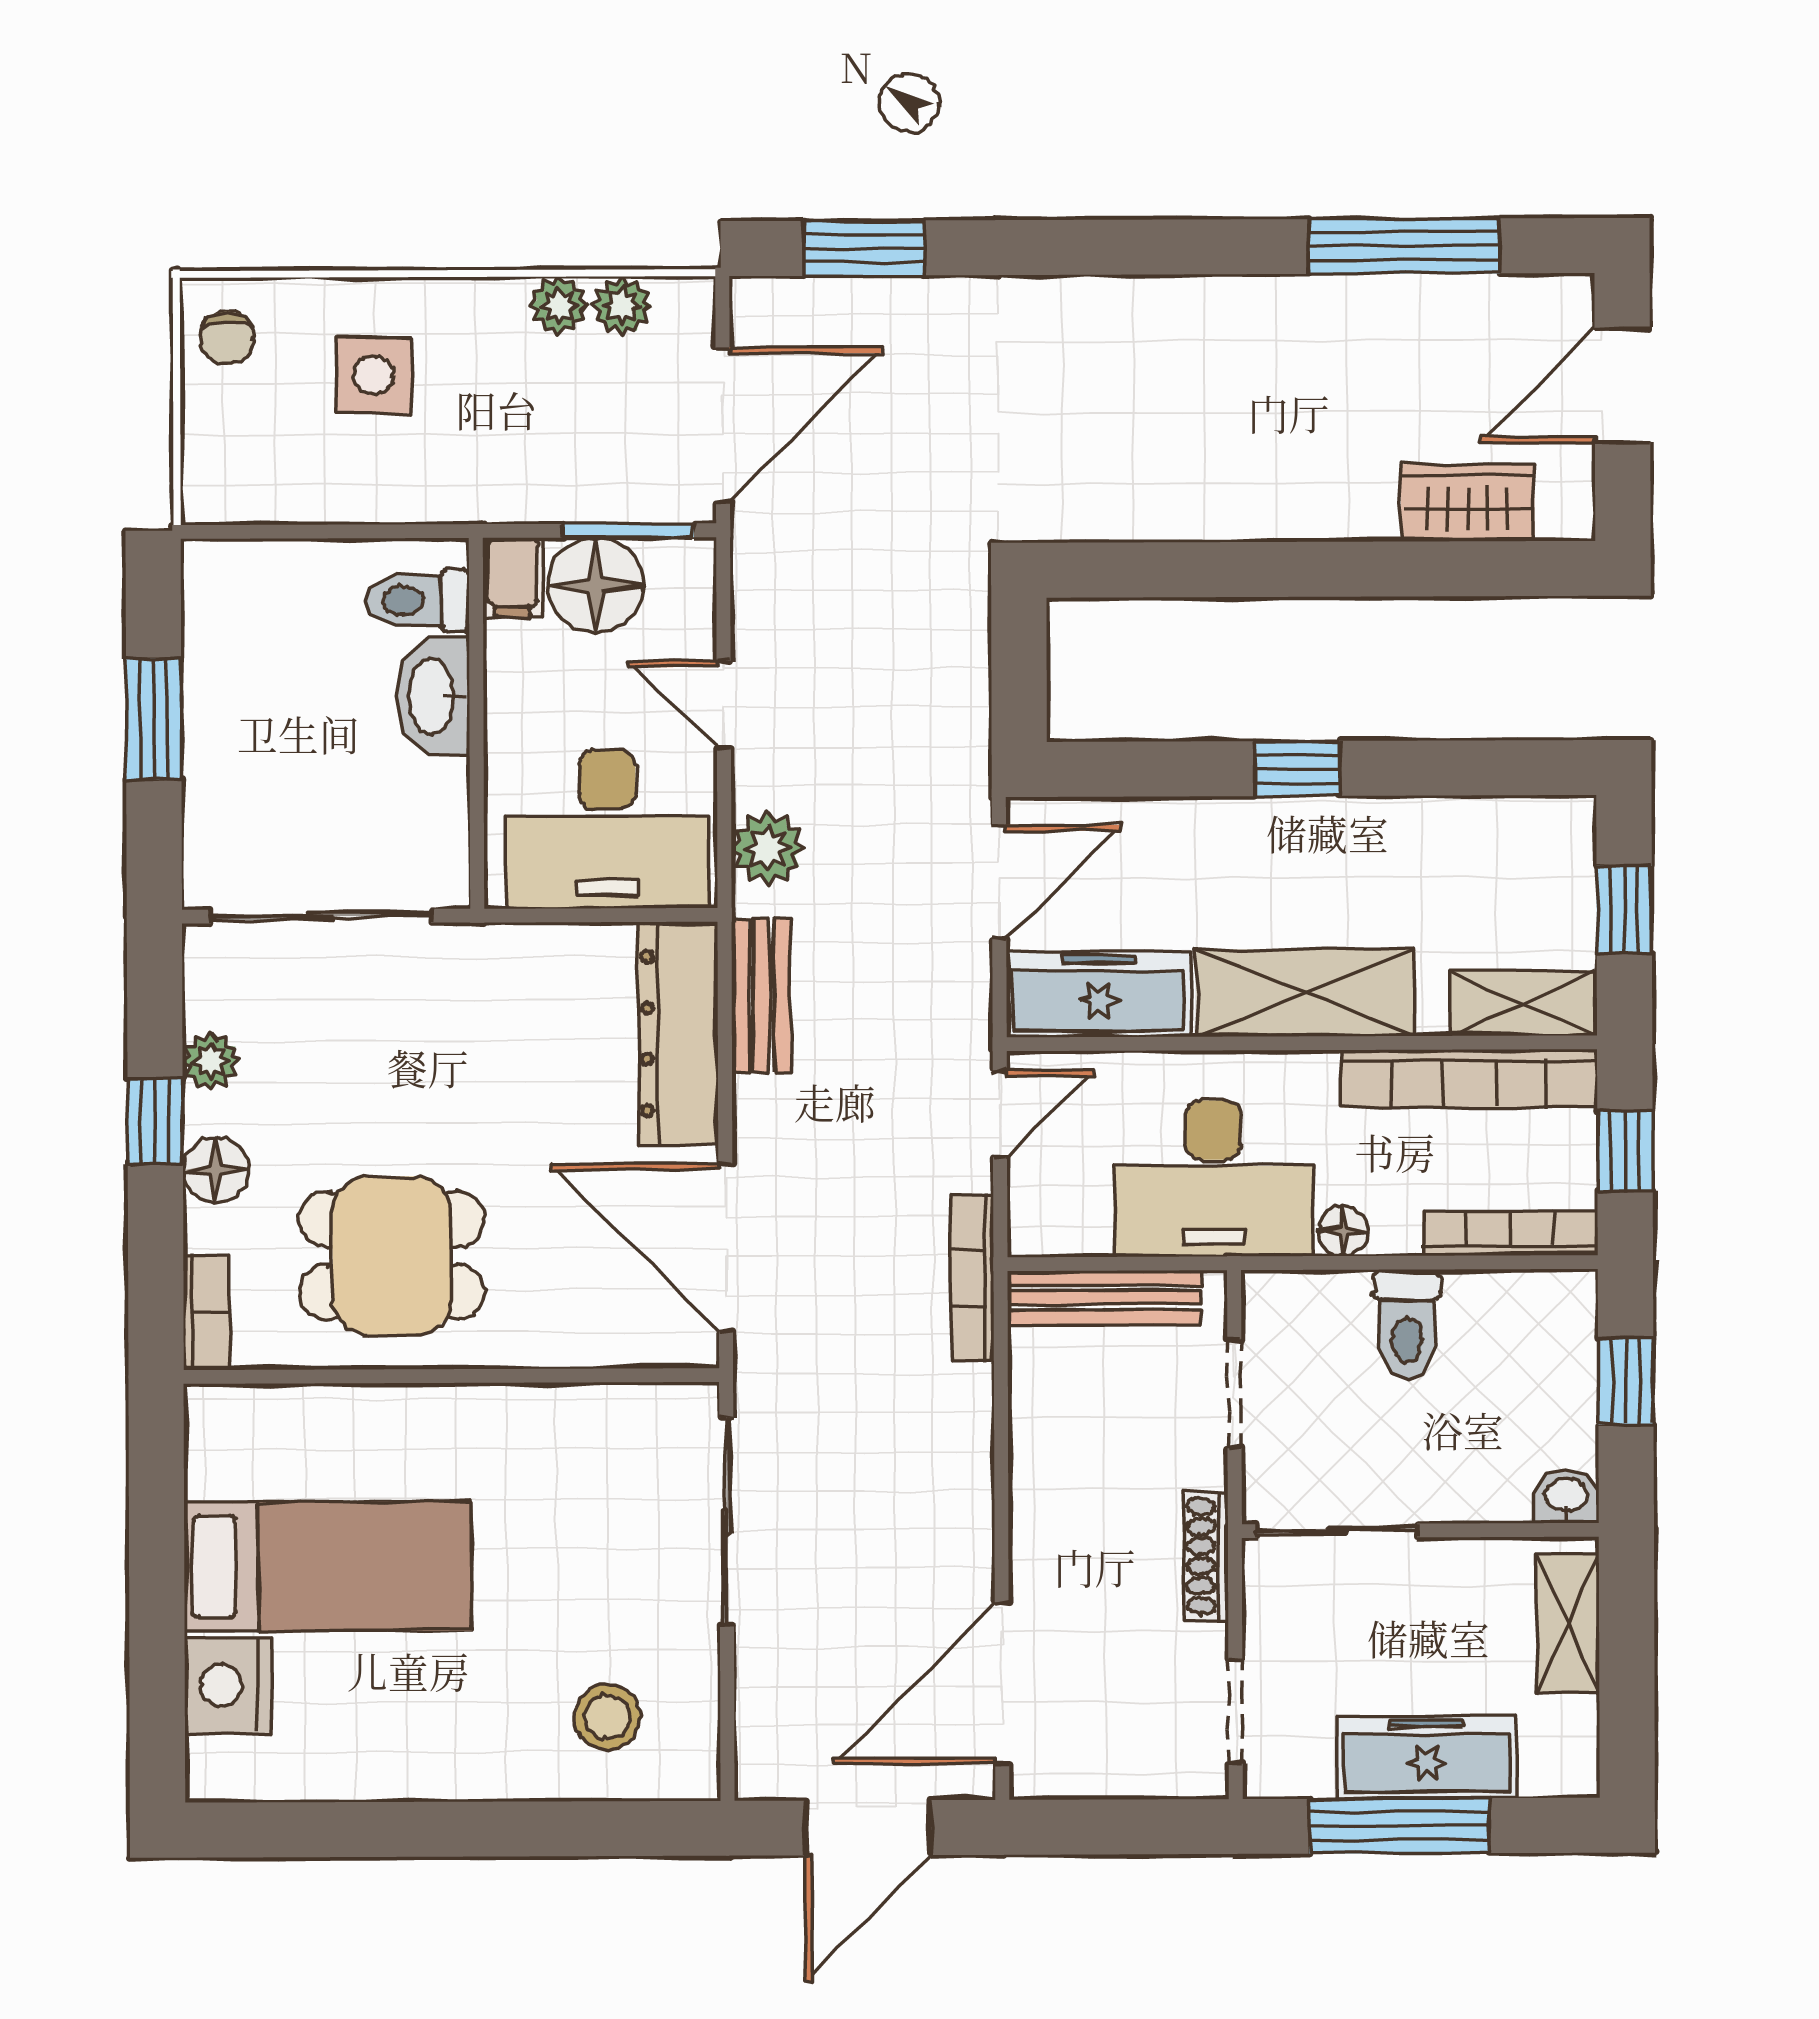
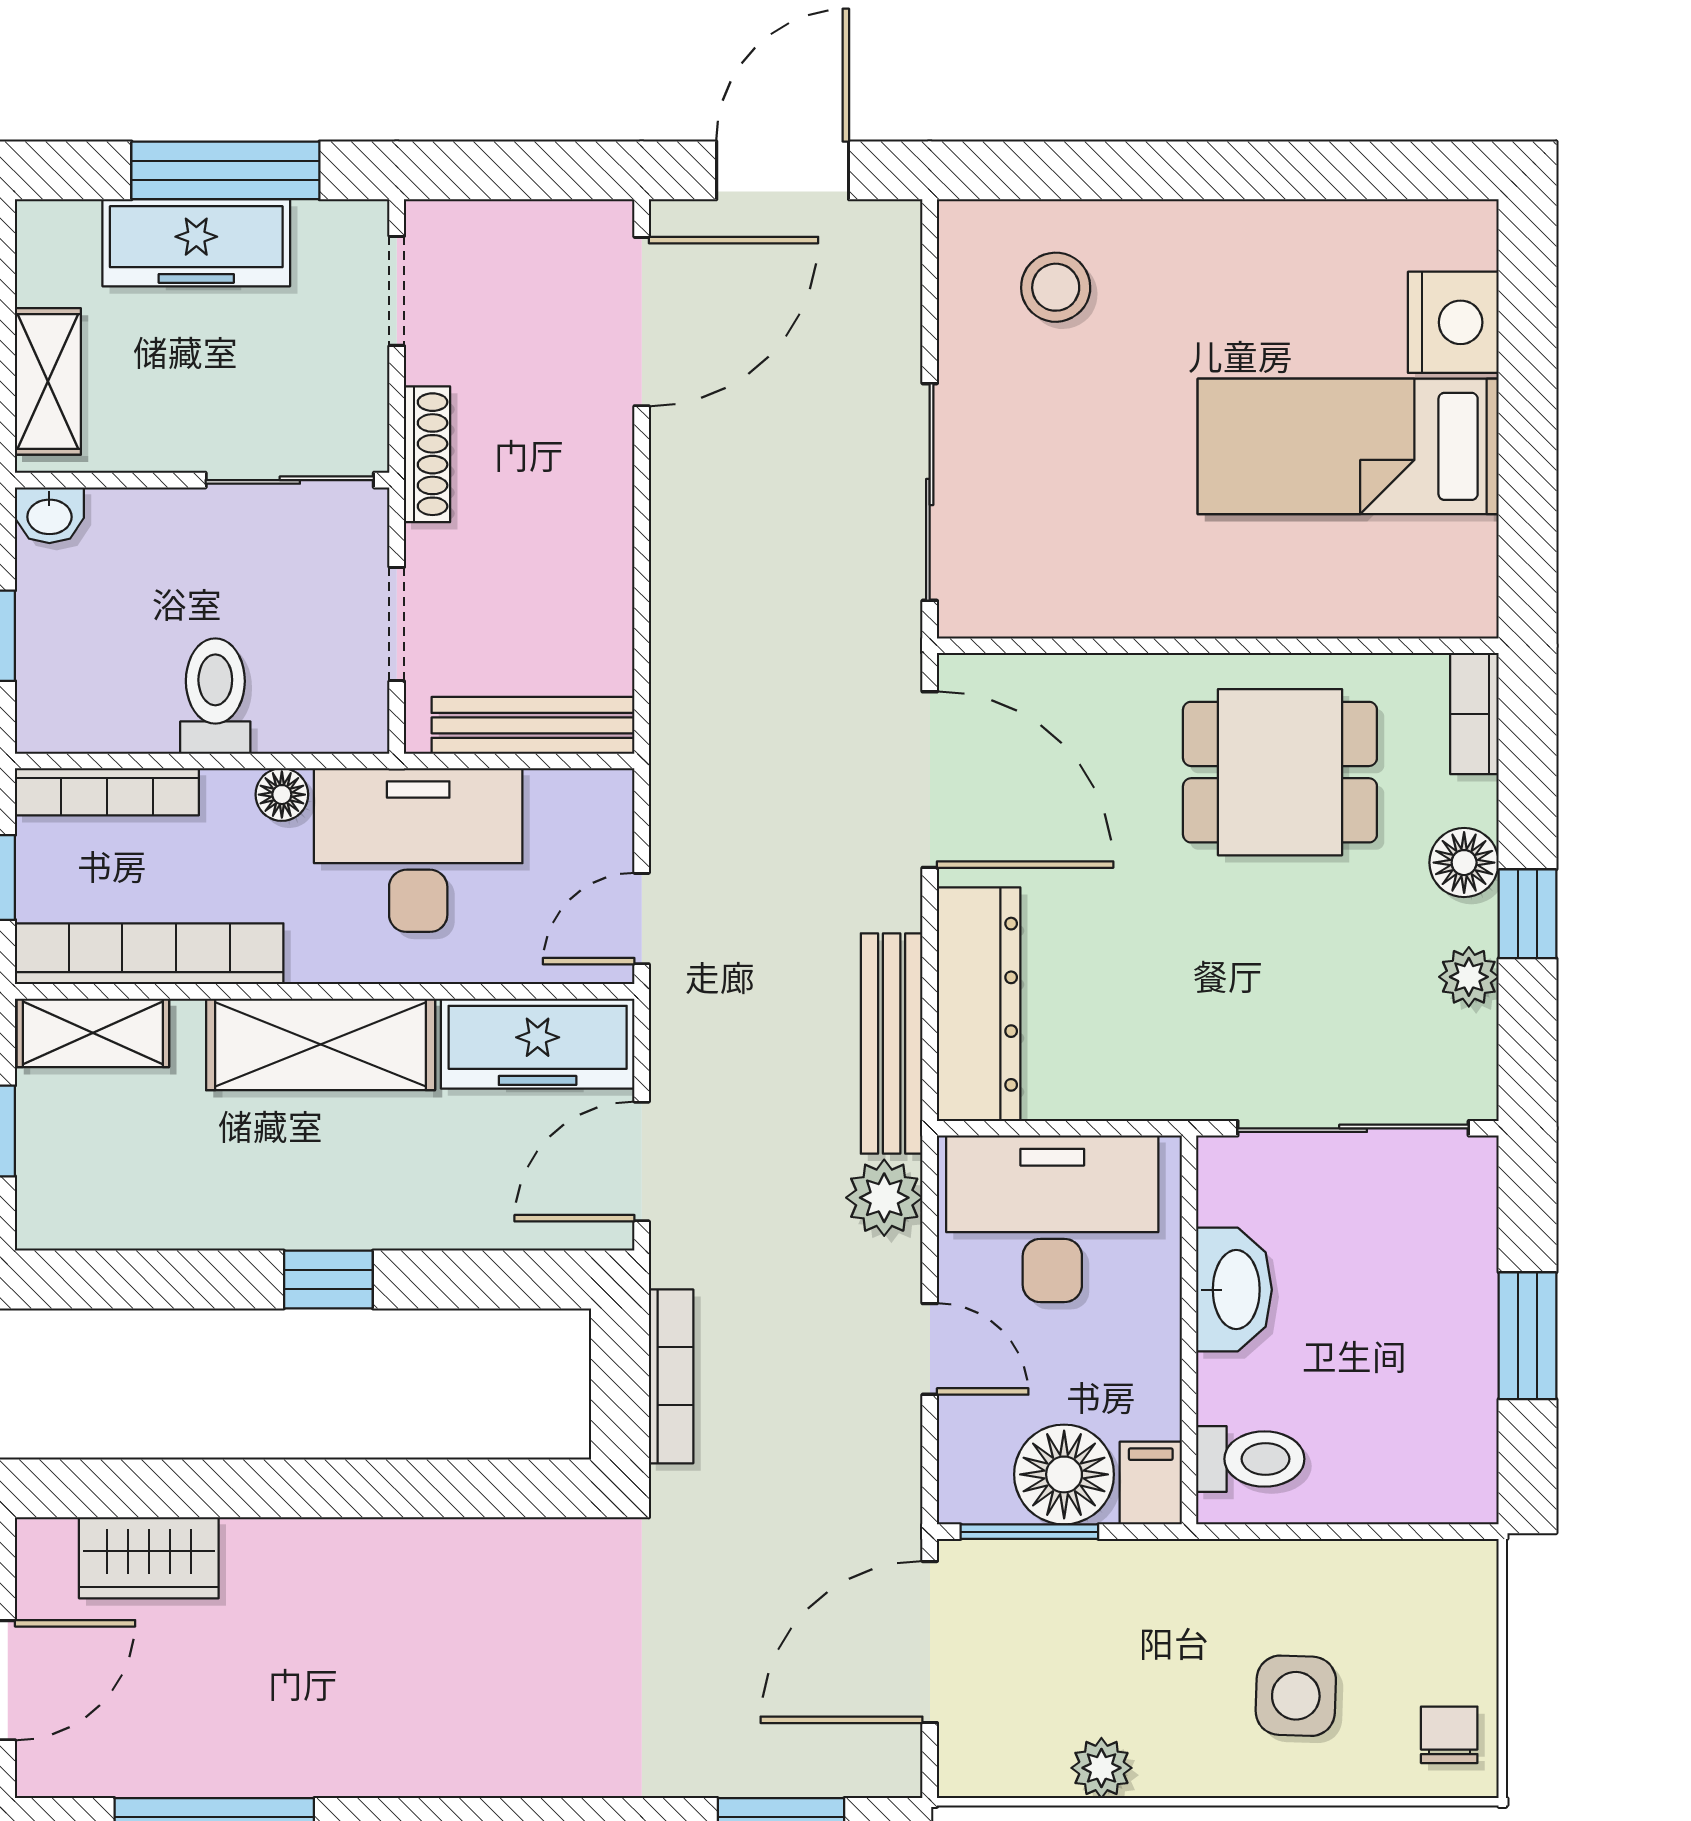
plant: (622, 306) -> (1035, 1767), removed
washbasin: (434, 696) -> (1234, 1290), moved
bench: (761, 995) -> (892, 1044), width x1.36
bookcase: (972, 1277) -> (671, 1376), moved

